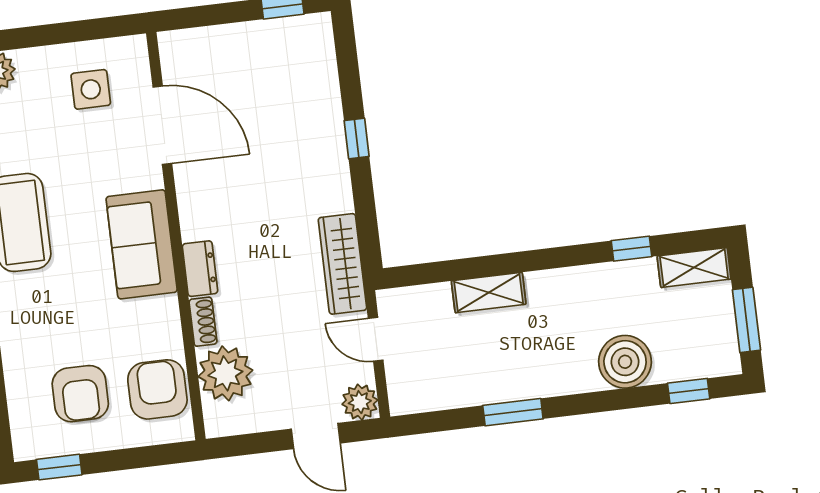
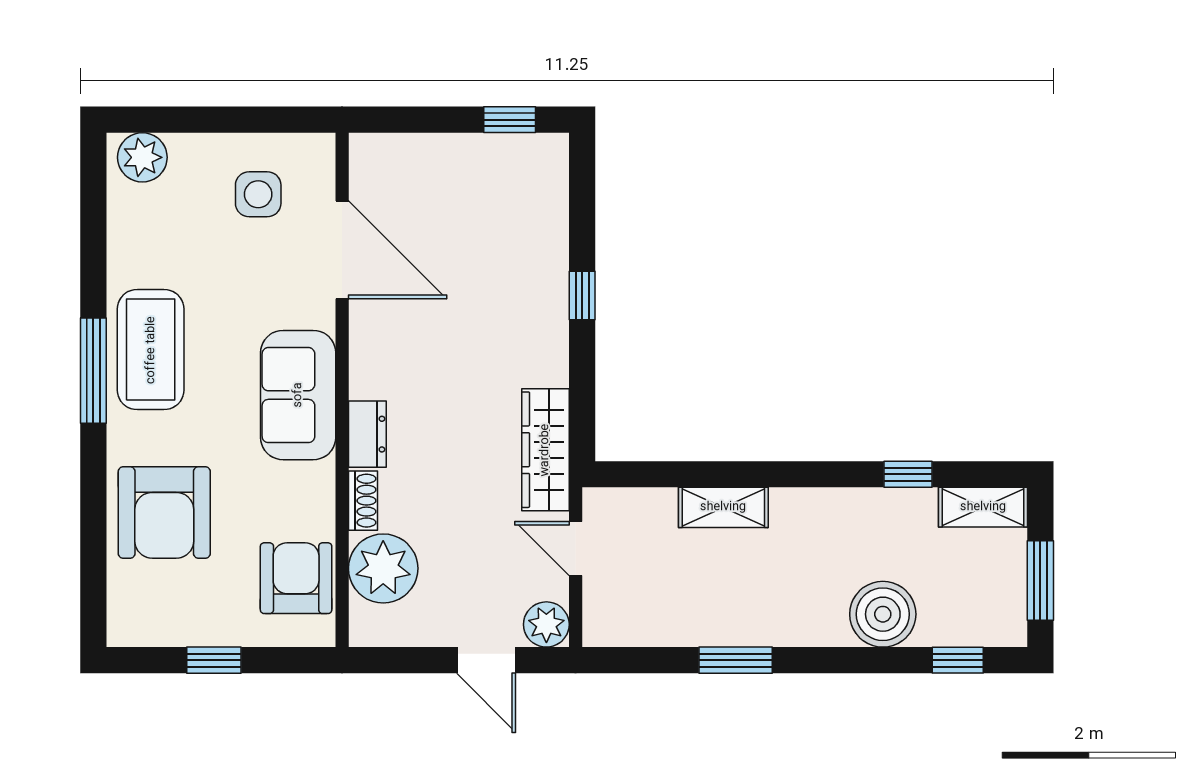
armchair: (80, 394) -> (164, 512), moved, width x1.36, depth x1.36
window: (59, 467) -> (214, 660), moved

